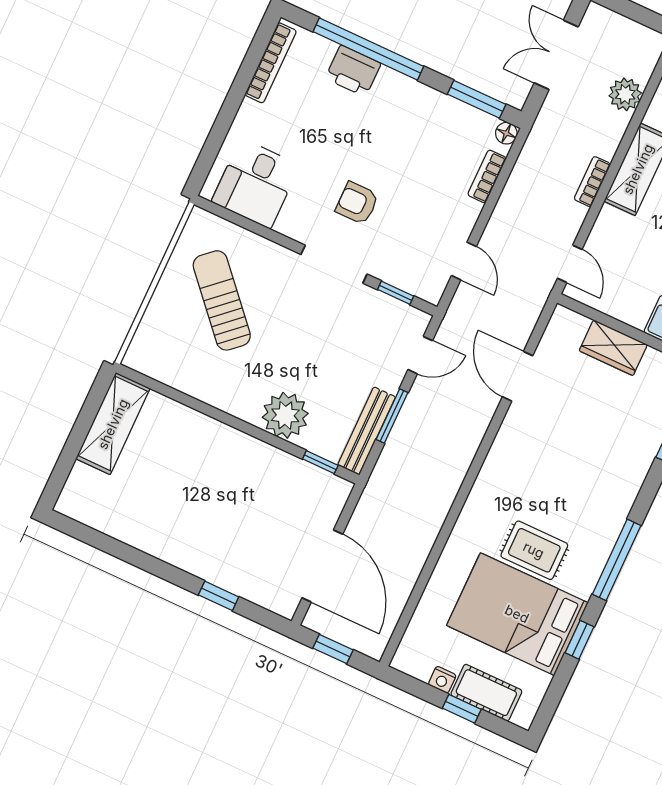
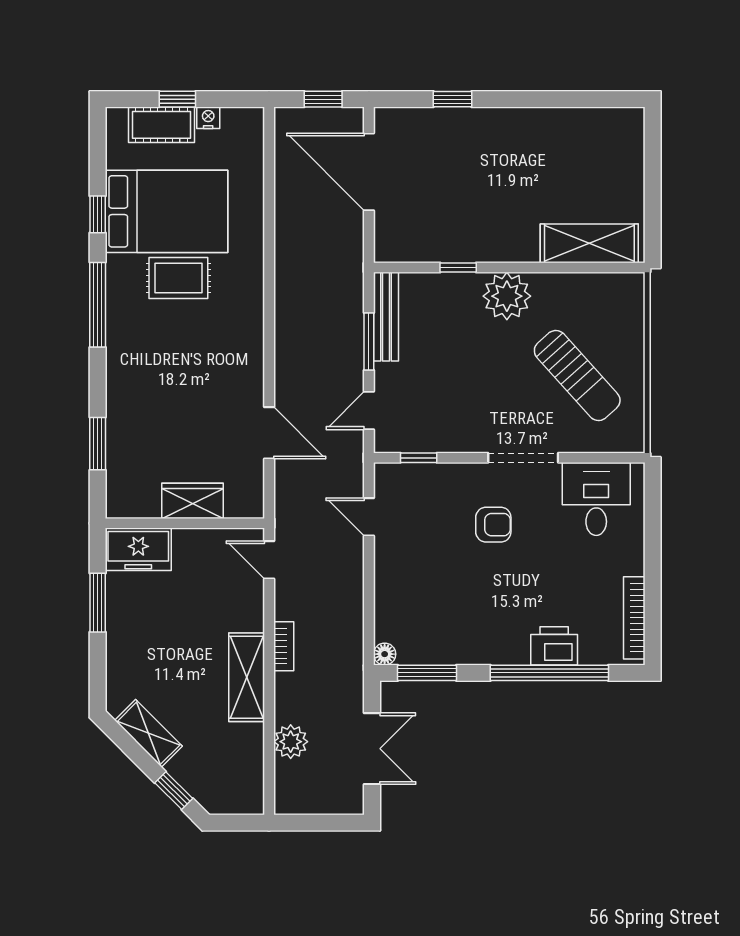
bookcase: (487, 176) -> (384, 605), removed
doorway: (334, 264) -> (523, 458), moved
plant: (285, 415) -> (507, 296), moved
shelving: (113, 424) -> (589, 243), moved, turned 90
window: (320, 462) -> (458, 268), moved

